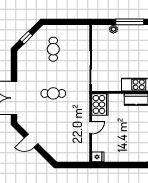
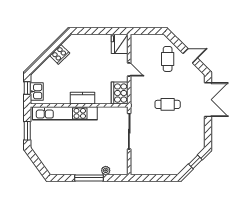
cafe table: (53, 49) -> (168, 59), moved
door: (91, 127) -> (129, 69), swing flipped
fridge: (98, 157) -> (120, 44), width x1.88, depth x1.34

